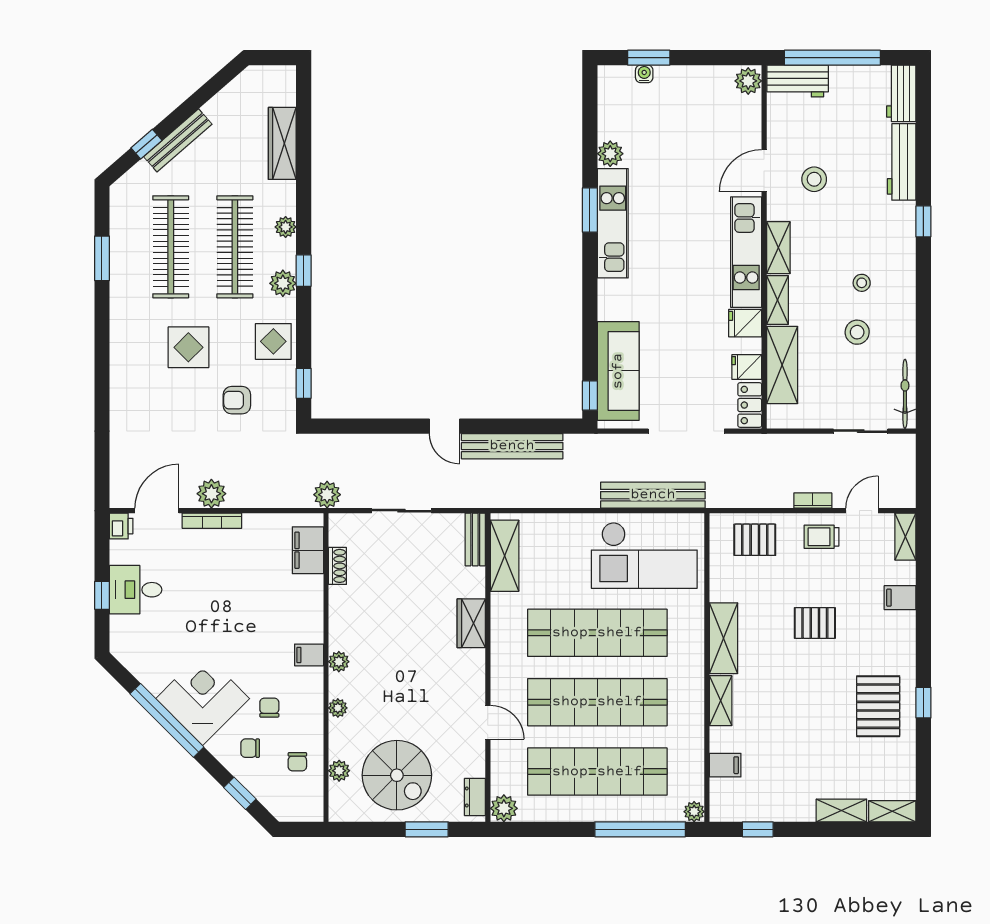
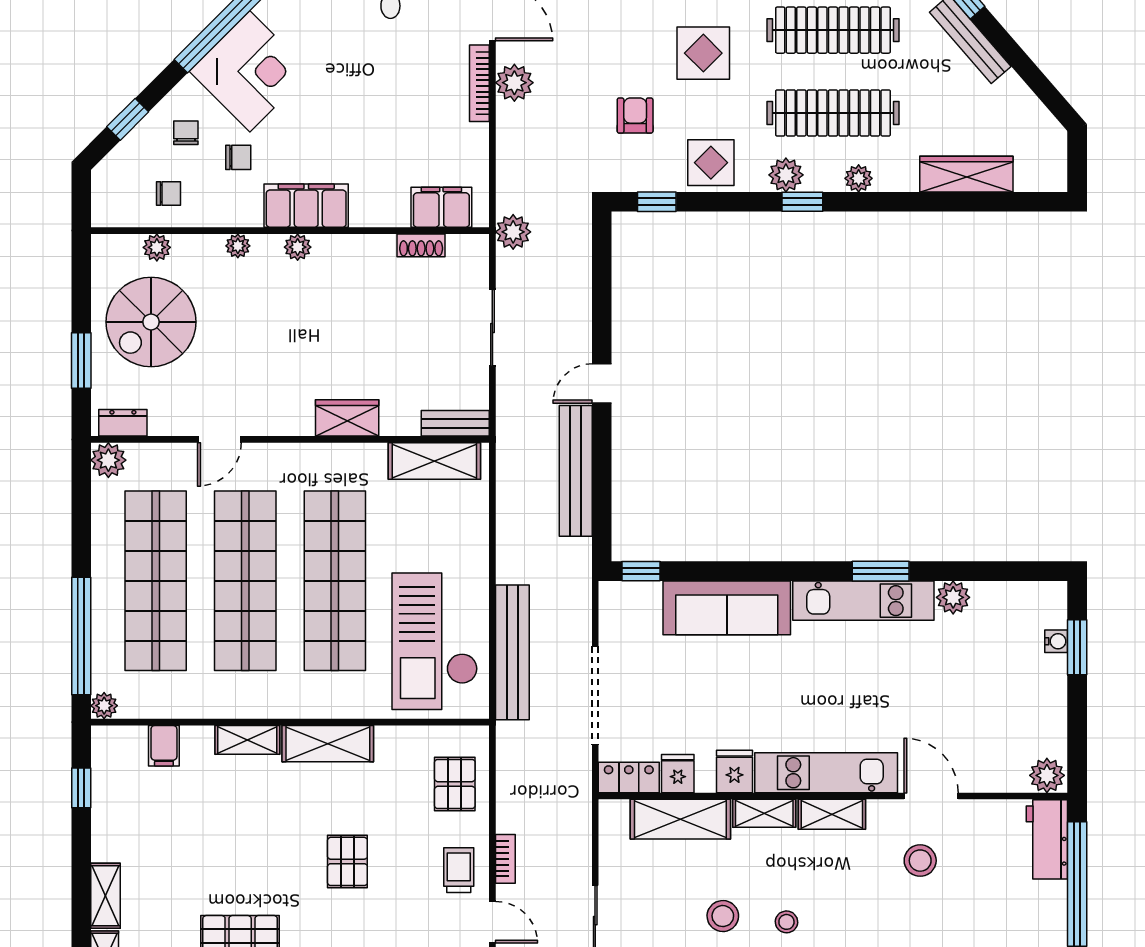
sofa: (618, 371) -> (727, 608), moved
filing cabinet: (309, 655) -> (306, 206), width x3.00, depth x1.17
chair: (297, 762) -> (168, 194), turned 180

